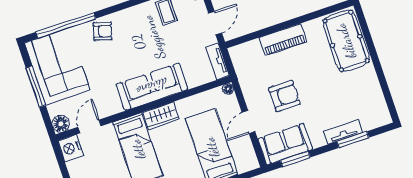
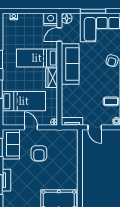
piano: (283, 40) -> (72, 164), removed
sofa: (152, 87) -> (70, 64), moved
door: (90, 126) -> (59, 34), swing flipped

